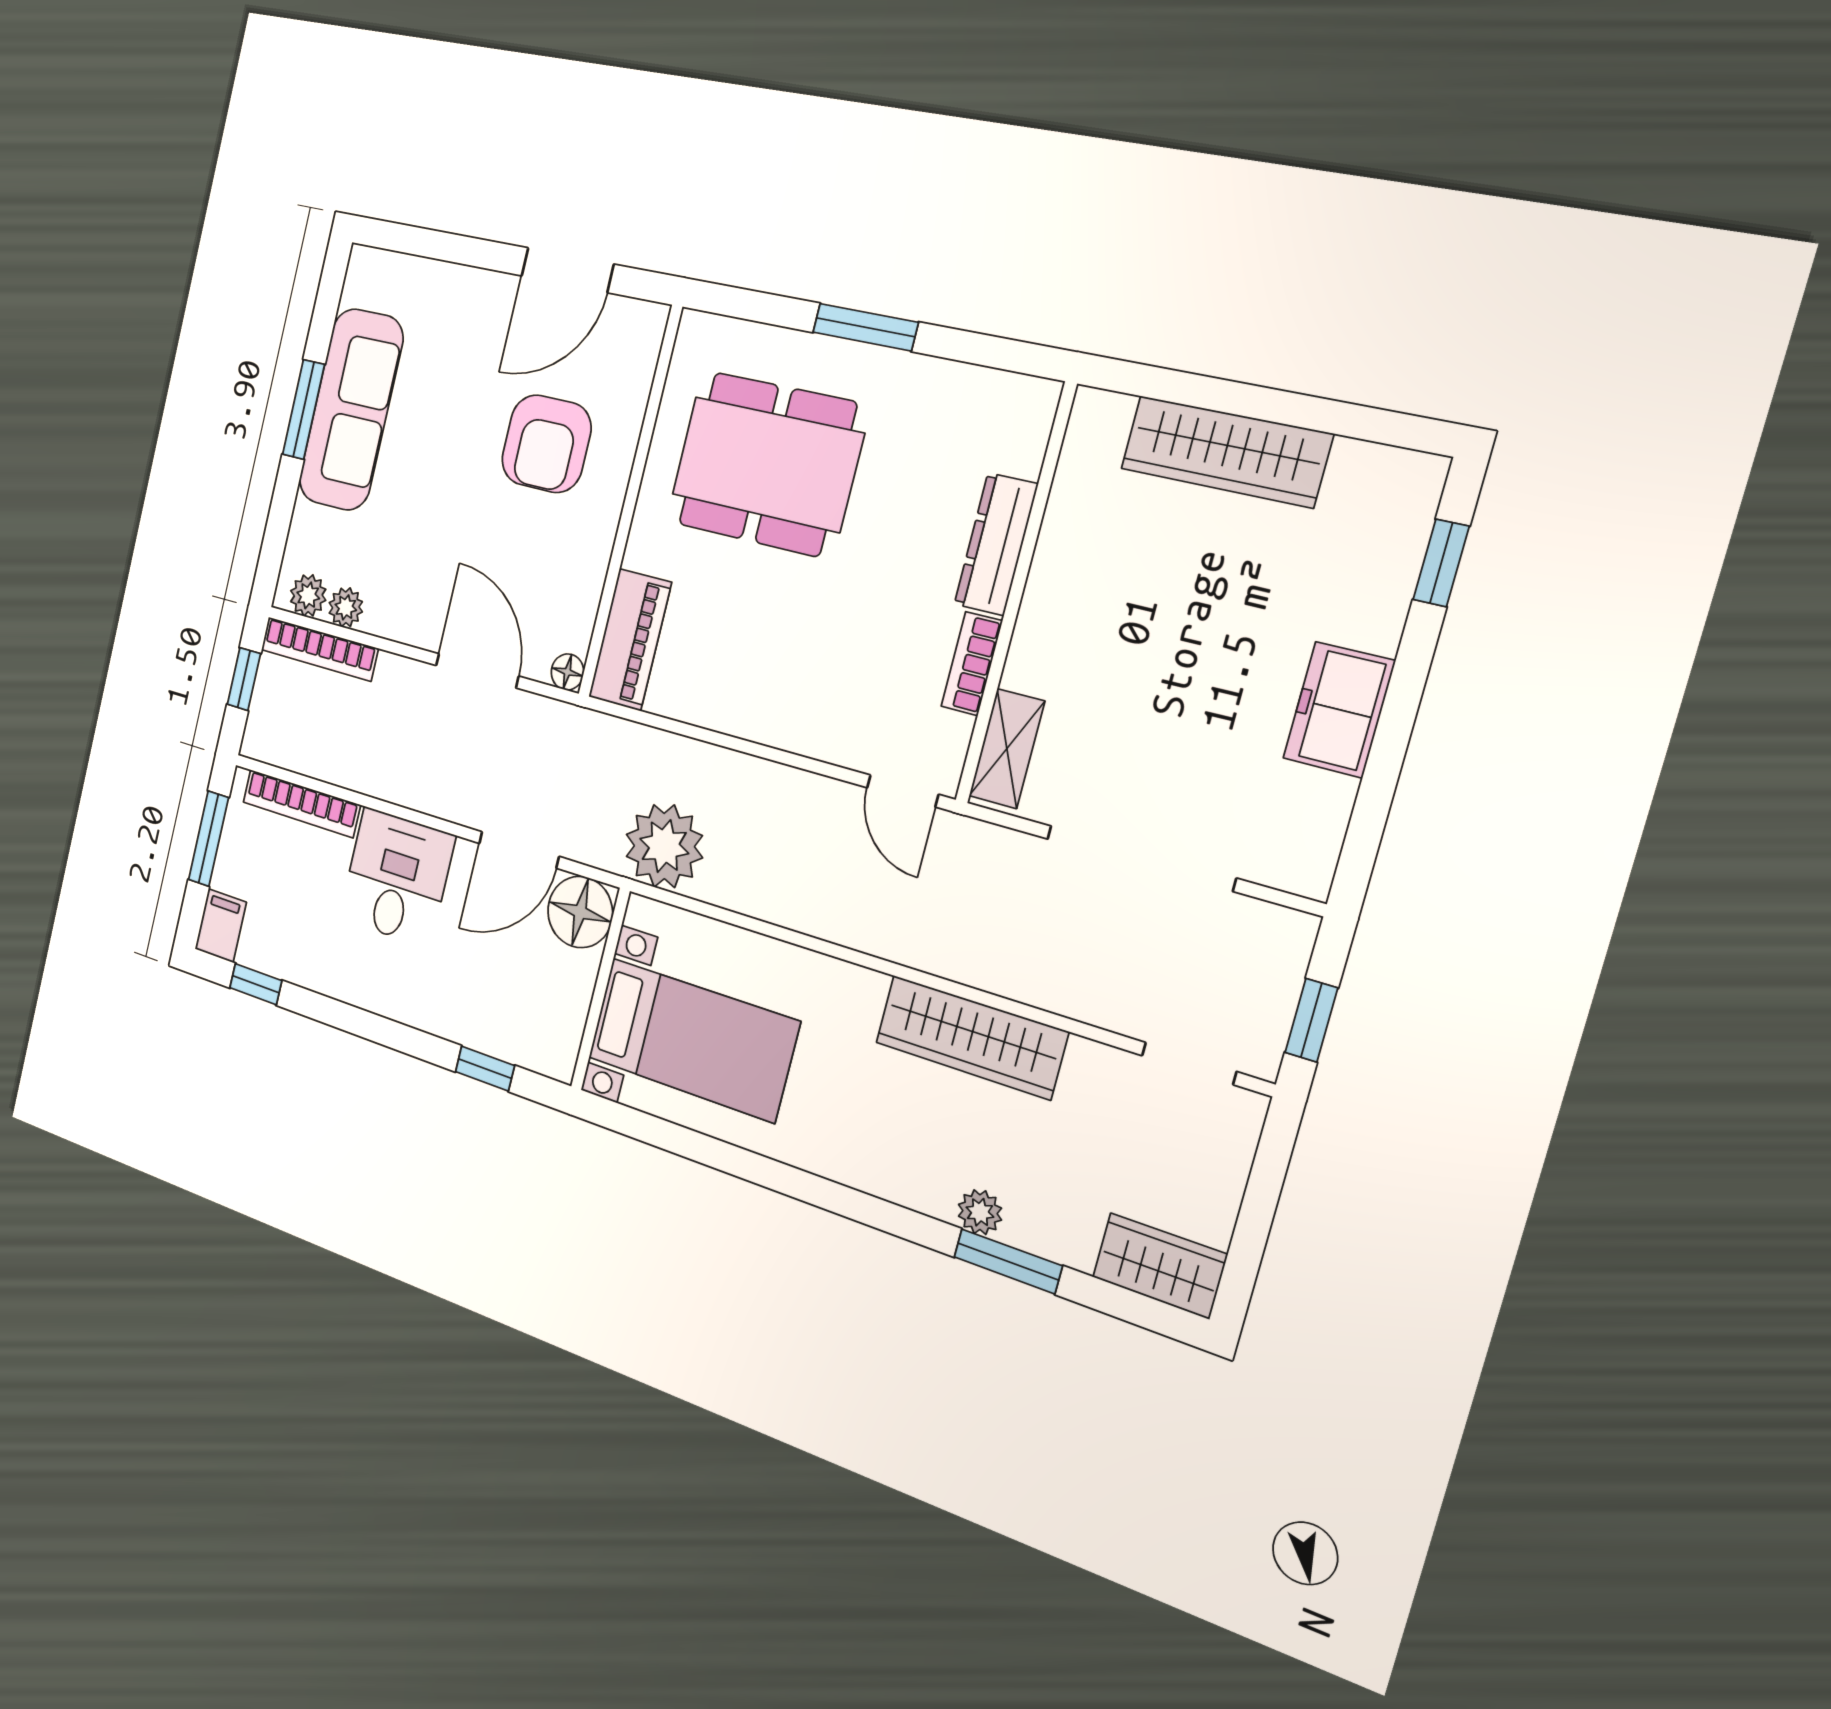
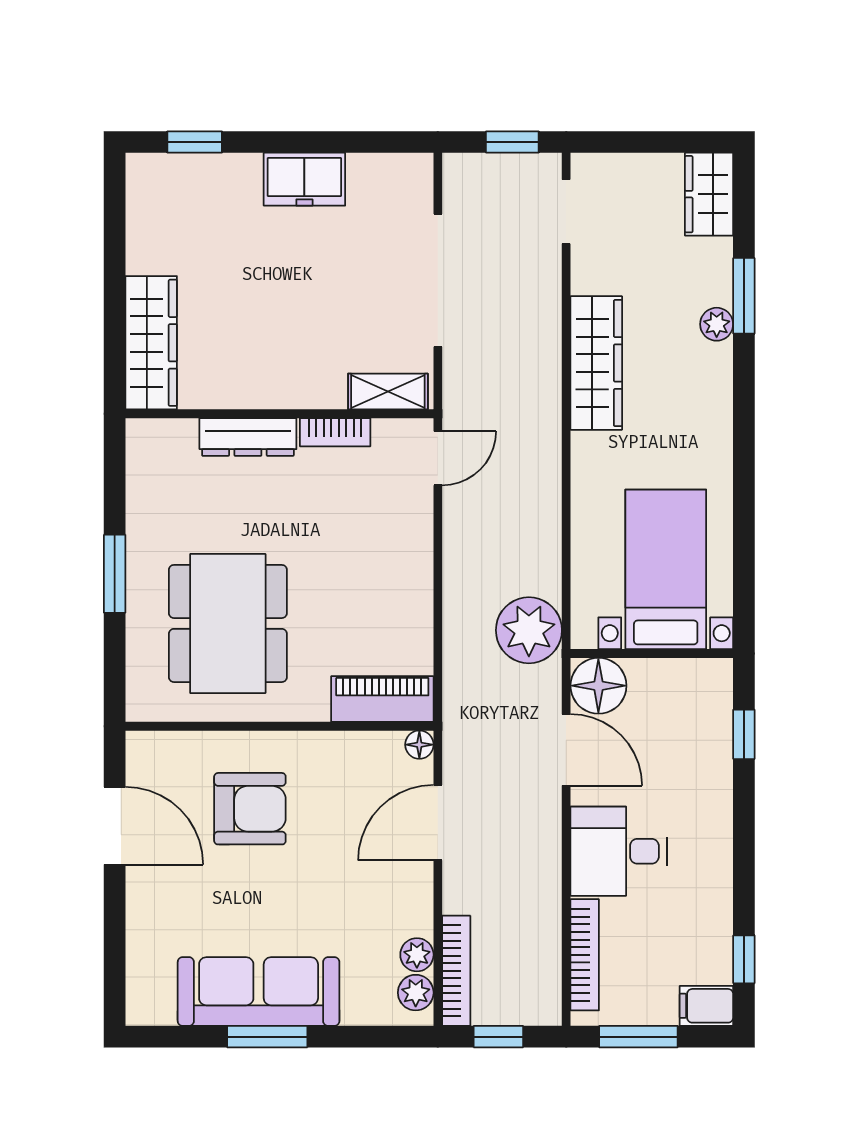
wardrobe: (1226, 451) -> (151, 343), moved

